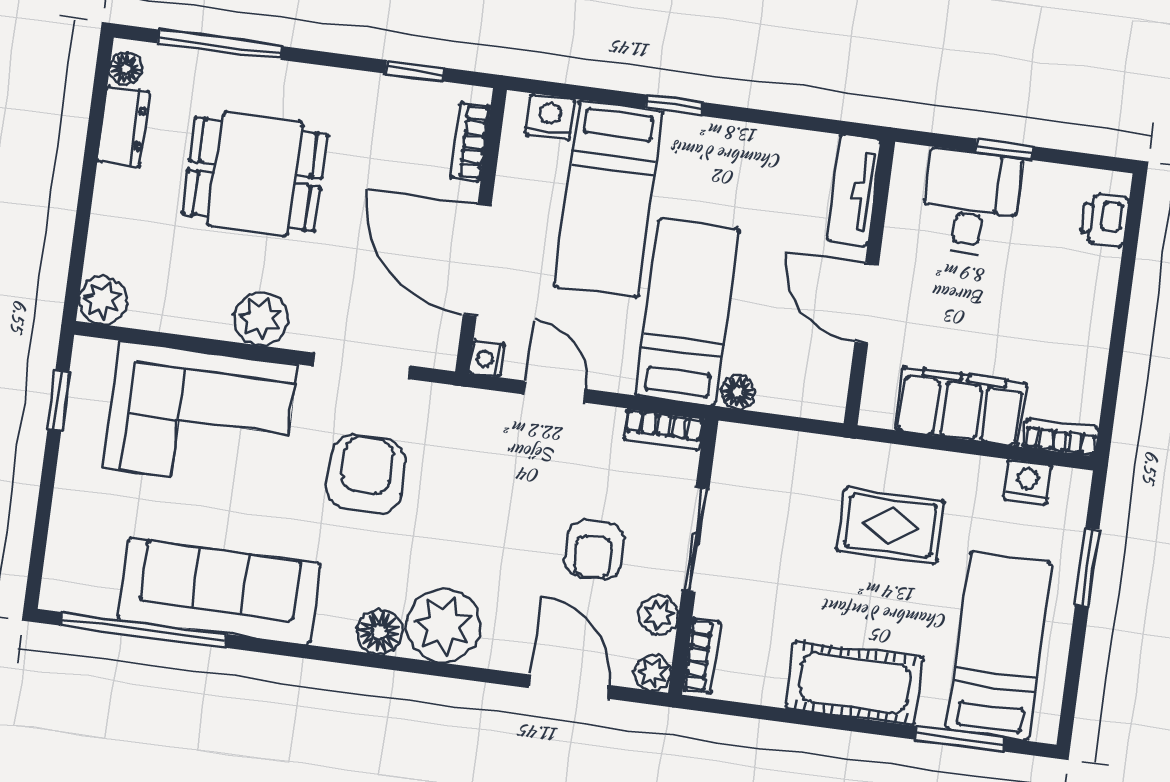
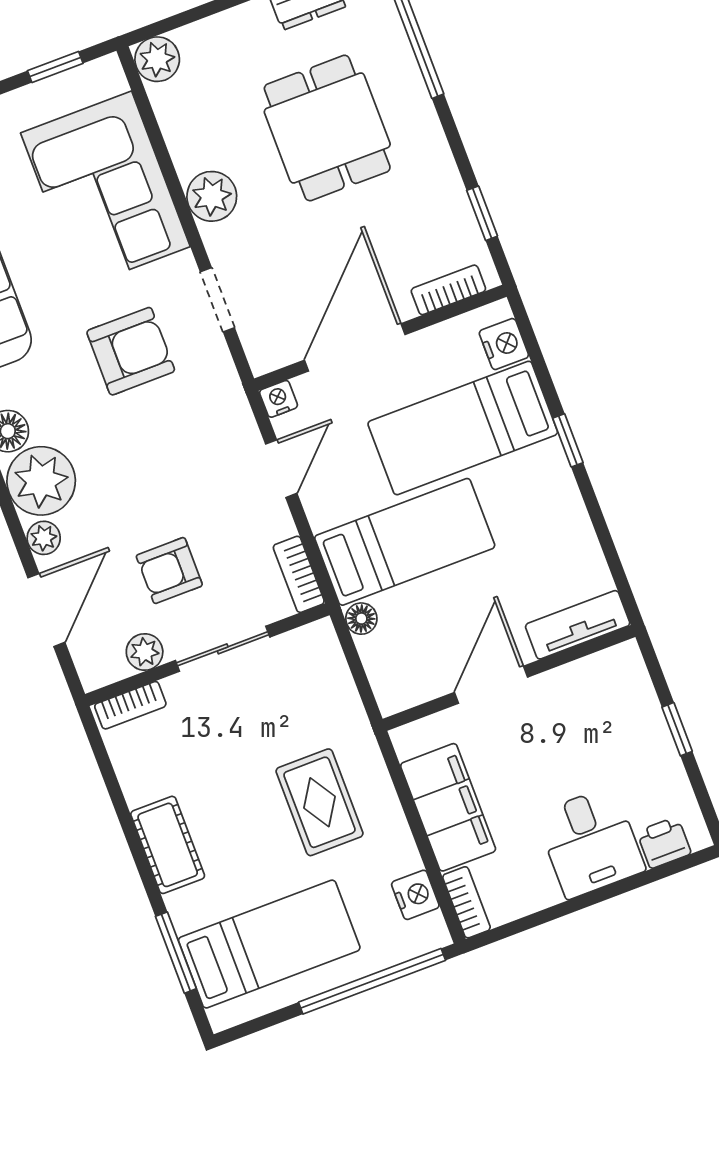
desk: (971, 202) -> (590, 842), moved, turned 90
doorway: (362, 366) -> (217, 300), width x0.73
window: (1087, 567) -> (372, 981), width x2.11
plant: (653, 673) -> (44, 538), moved
cot: (855, 683) -> (168, 845), width x0.73, depth x0.75

